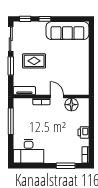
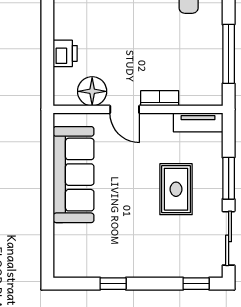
window: (45, 19) -> (113, 284), moved
sofa: (67, 31) -> (74, 175), moved, turned 90
rug: (34, 61) -> (176, 189), turned 90
printer: (83, 132) -> (65, 53), moved

